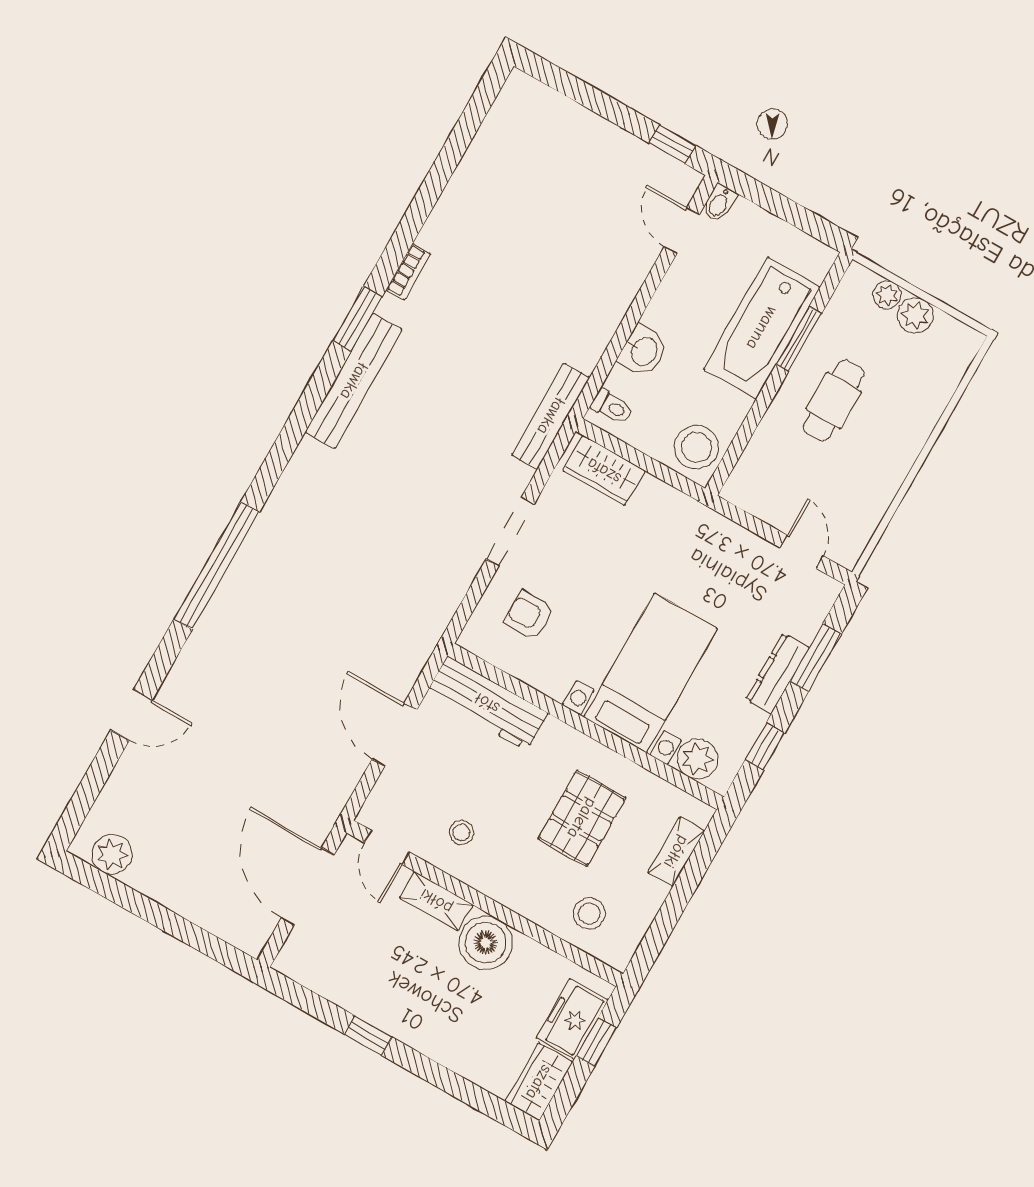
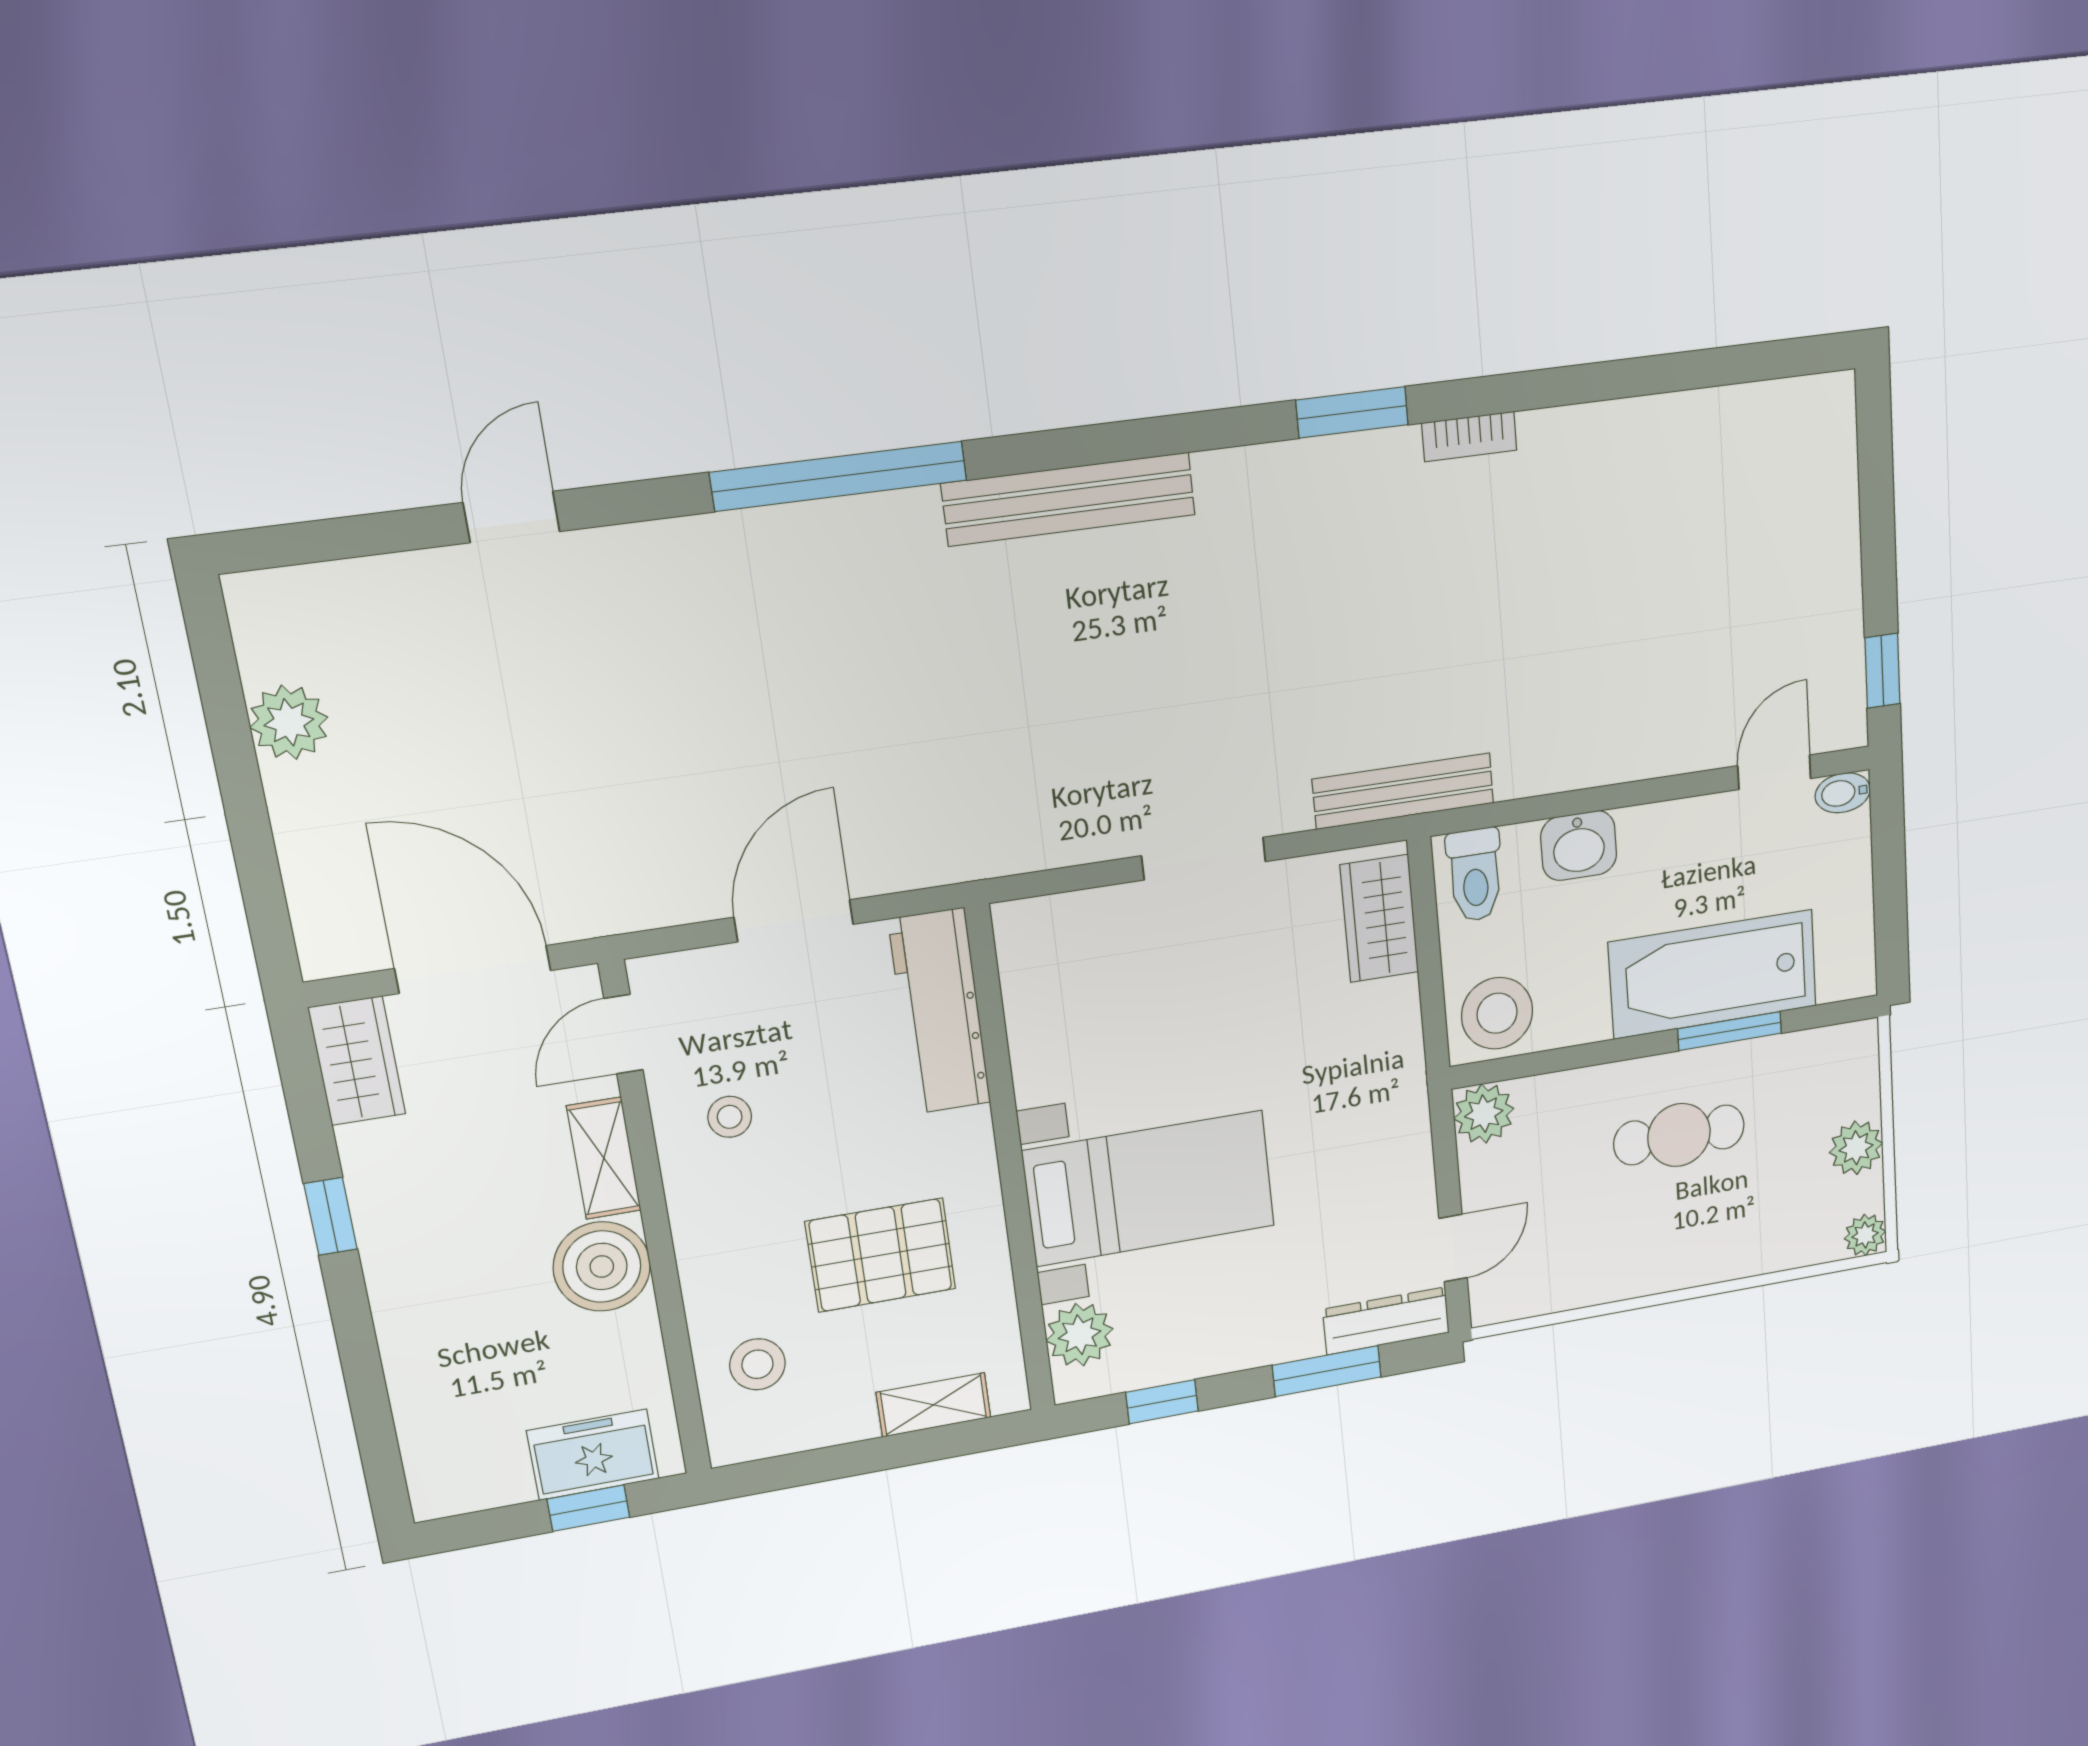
plant: (887, 295) -> (1865, 1235), moved
bench: (354, 381) -> (1069, 499), moved
toilet: (612, 407) -> (1475, 875), width x1.37, depth x1.39
plant: (743, 489) -> (1484, 1114), added
armchair: (529, 615) -> (1106, 973), removed
dresser: (777, 674) -> (1386, 1321), moved
door: (131, 715) -> (512, 517), swing flipped
plant: (112, 855) -> (289, 722), moved
door: (308, 887) -> (473, 969), hinge flipped
wardrobe: (539, 1082) -> (357, 1061), moved, turned 90

